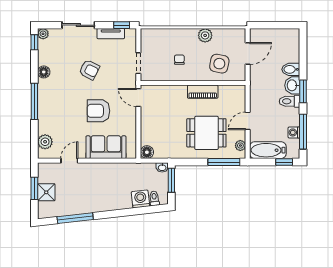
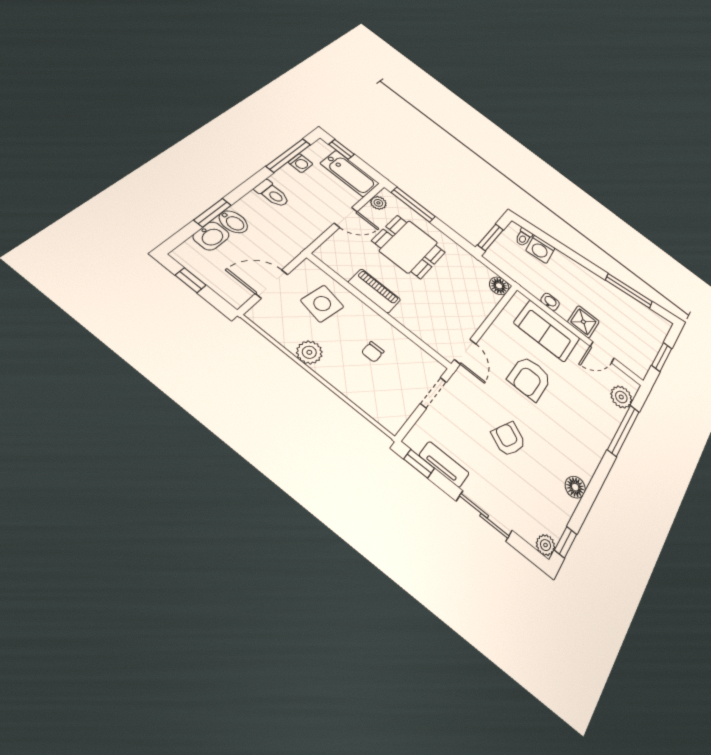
window: (280, 25) -> (191, 280), added
washbasin: (292, 85) -> (211, 236), moved
window: (303, 91) -> (213, 213), moved
window: (34, 101) -> (624, 431), moved
armchair: (98, 111) -> (530, 378), turned 90
washbasin: (162, 167) -> (550, 302), moved
shower: (46, 192) -> (583, 322), moved

